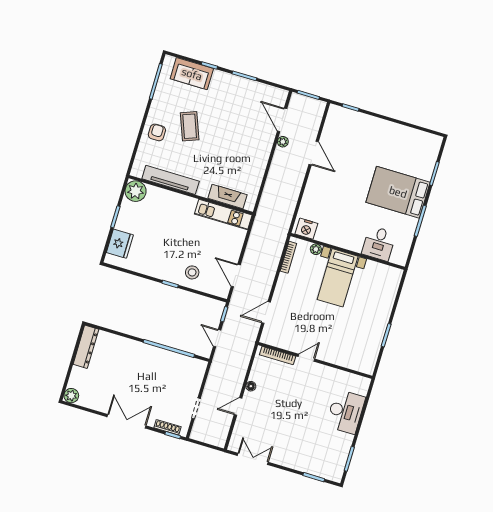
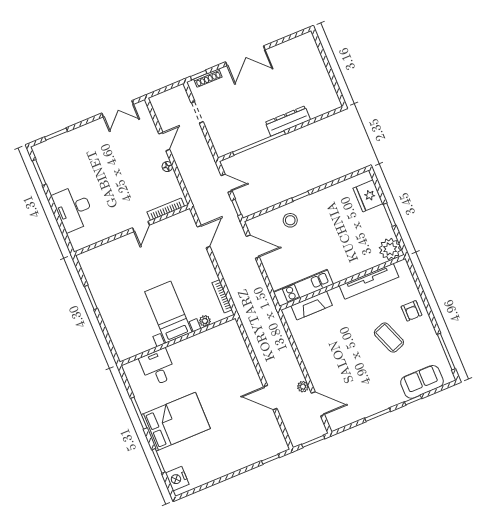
nightstand: (306, 229) -> (177, 479), moved, turned -90
dresser: (86, 347) -> (288, 121), moved, turned 90
plant: (71, 396) -> (307, 40), removed

